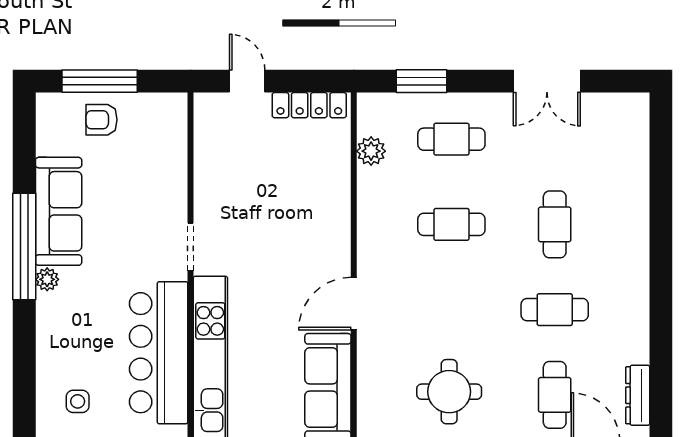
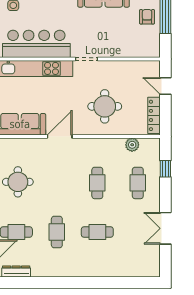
door: (247, 81) -> (165, 86), swing flipped
window: (422, 81) -> (165, 169), width x0.67
round table: (290, 209) -> (105, 106), added
door: (354, 304) -> (60, 137), hinge flipped

